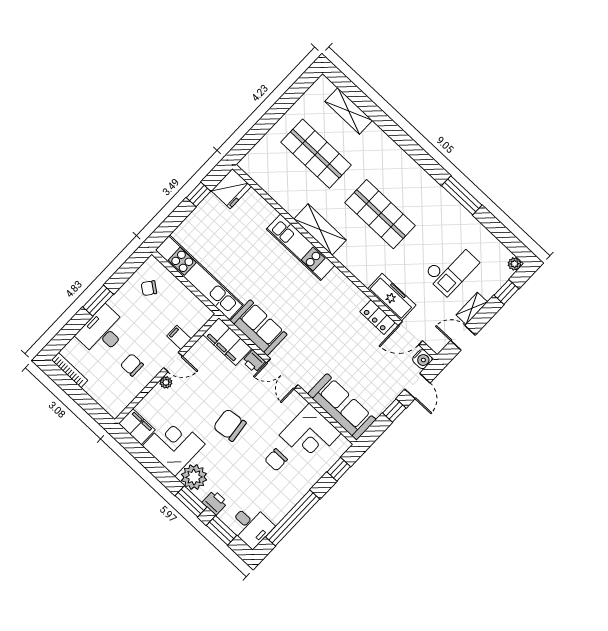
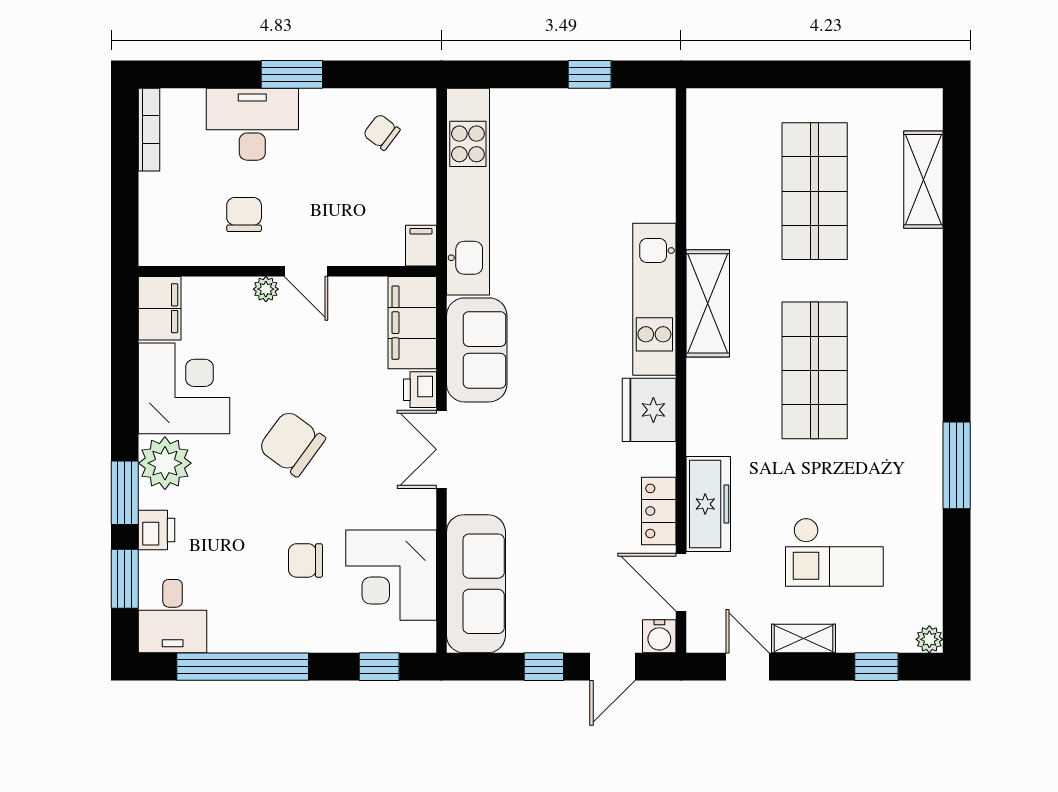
fridge: (231, 189) -> (649, 410), moved, turned 90
filing cabinet: (179, 337) -> (421, 246), moved
chair: (230, 425) -> (292, 443), turned -47

